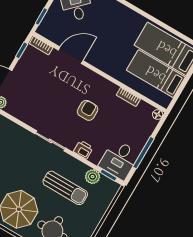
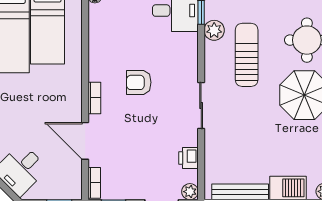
bookcase: (128, 97) -> (94, 98), moved
printer: (83, 150) -> (189, 158), moved

